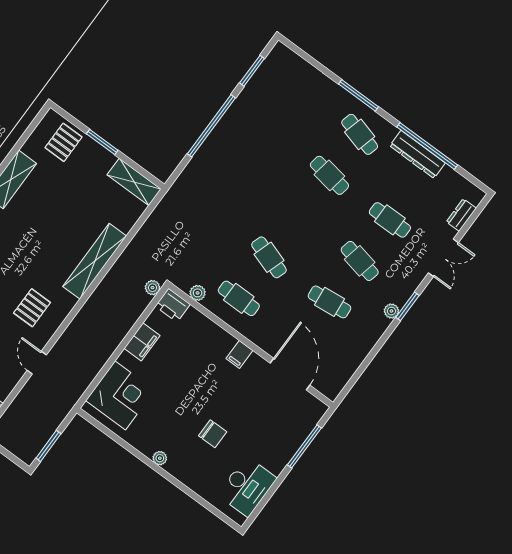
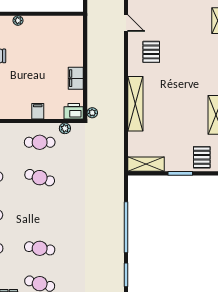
filing cabinet: (239, 354) -> (38, 111), moved
corner desk: (120, 395) -> (66, 39), removed

